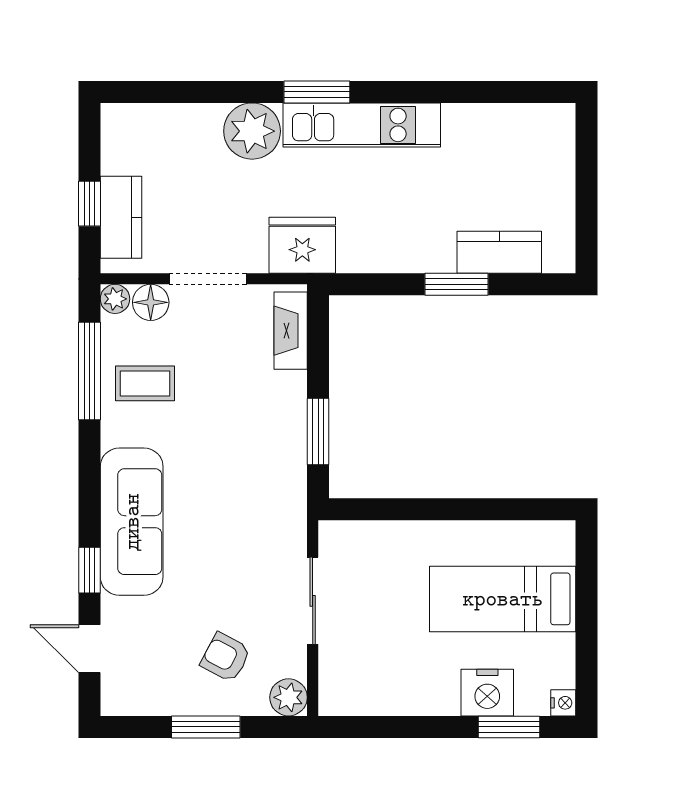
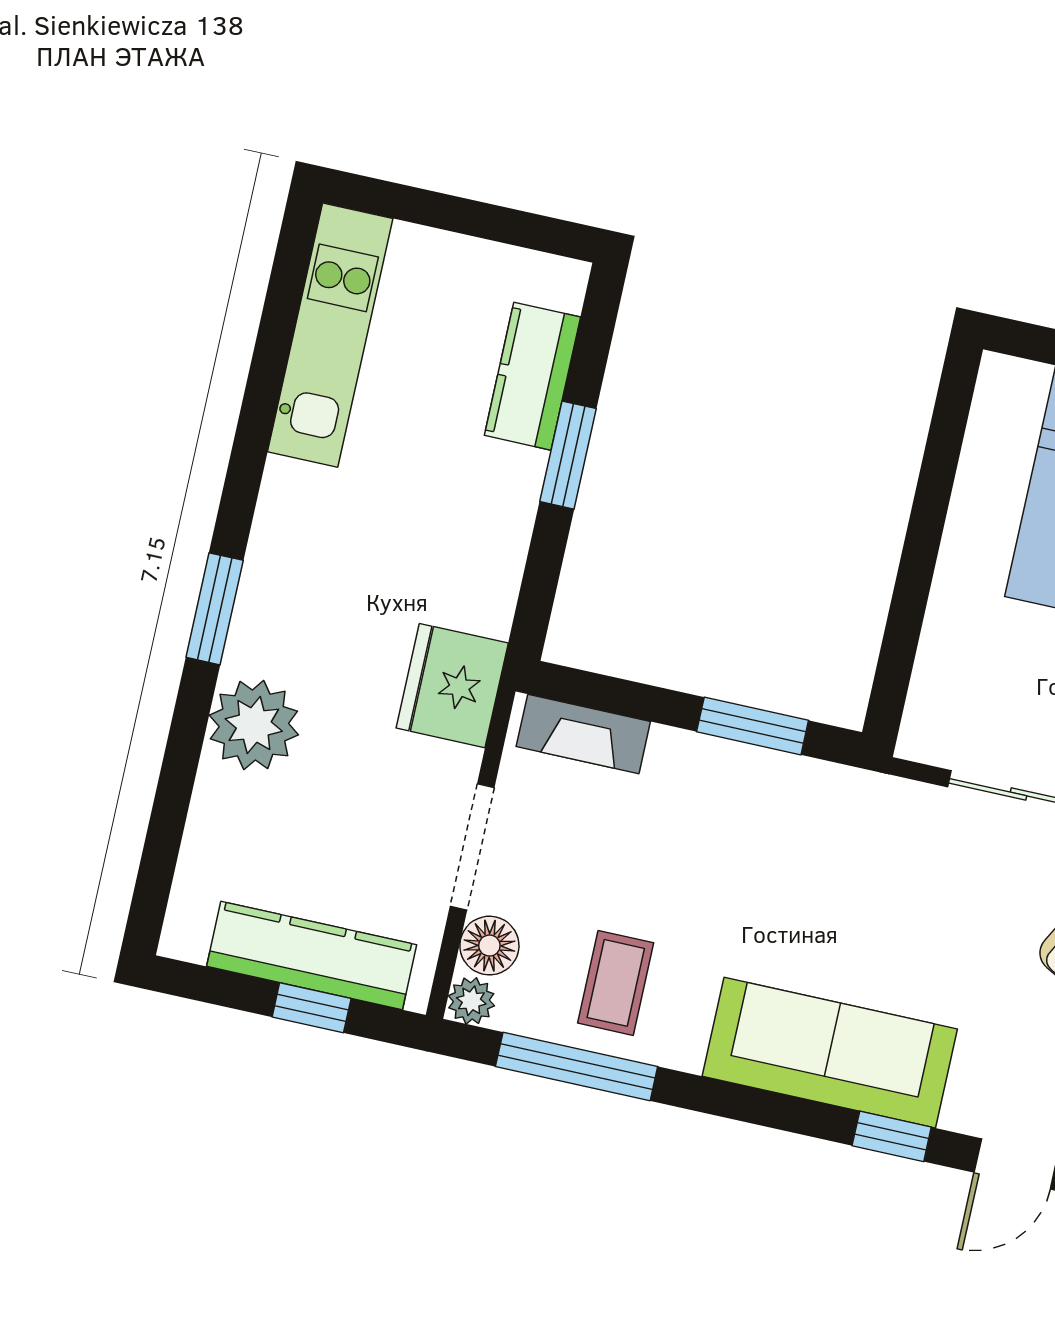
kitchen unit: (362, 125) -> (330, 335), moved
kitchen counter: (121, 217) -> (312, 956), width x1.50

